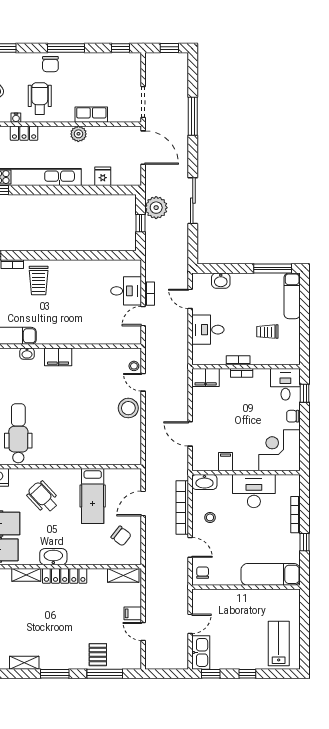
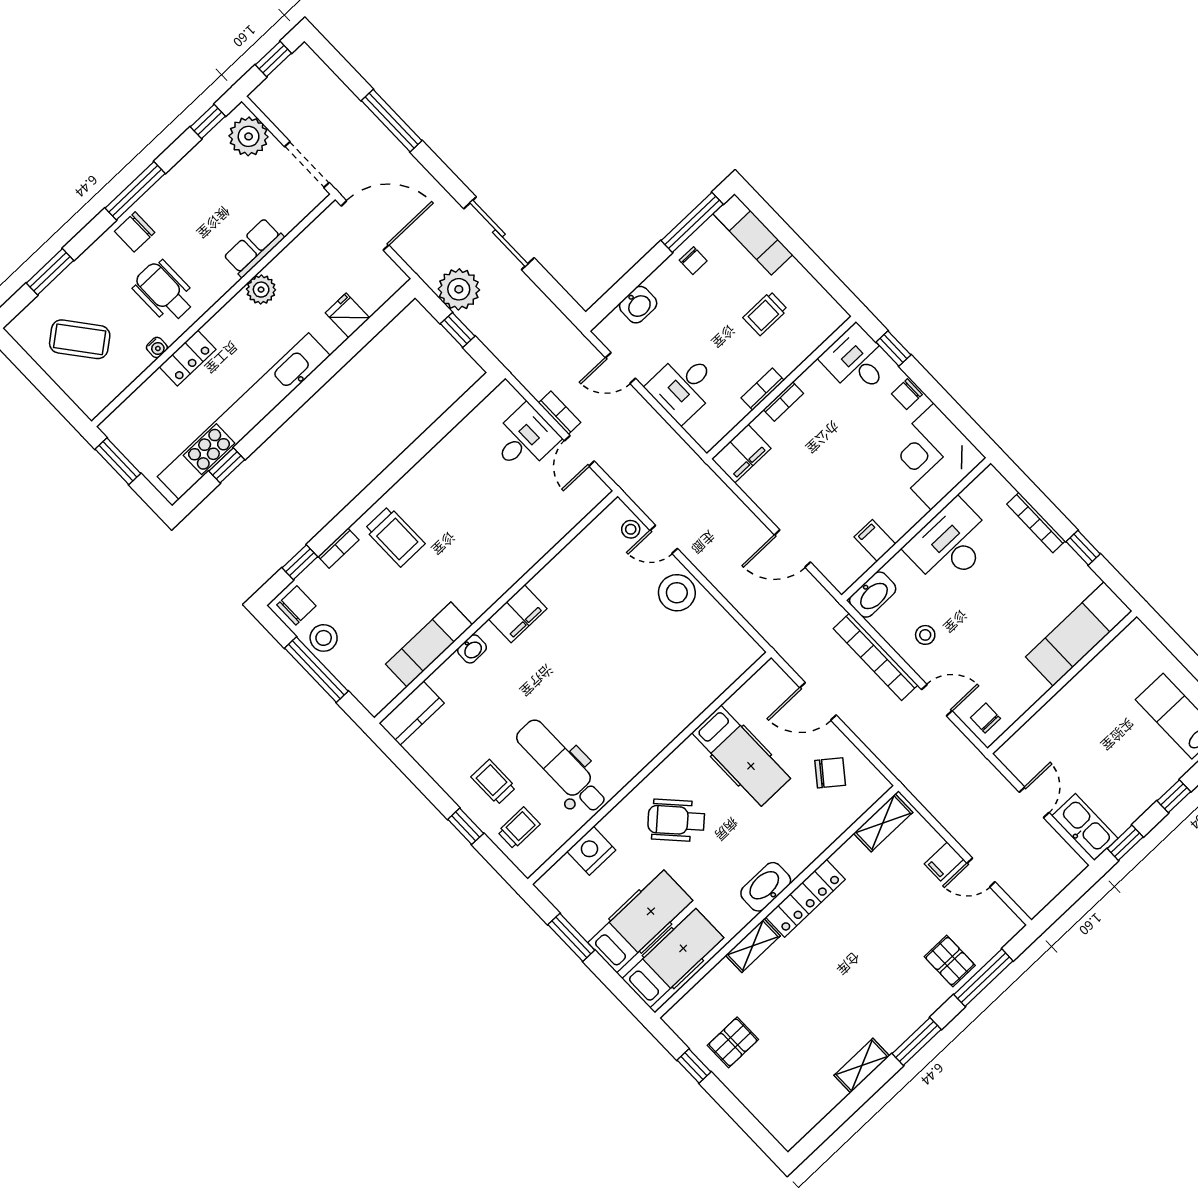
chair: (50, 64) -> (135, 232), turned 90
plant: (131, 69) -> (249, 136), added
chair: (259, 284) -> (693, 261), added
door: (143, 503) -> (818, 701), hinge flipped

